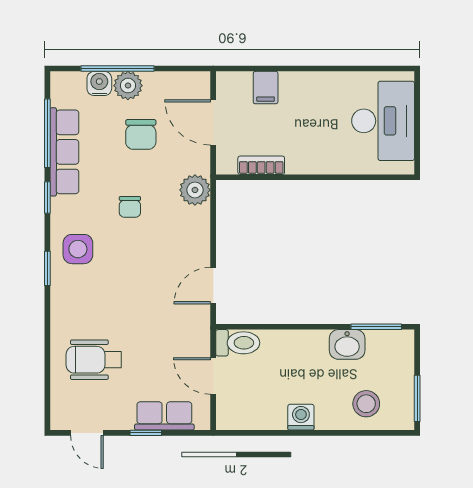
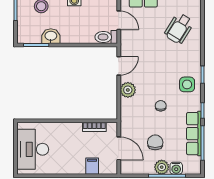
plant: (195, 190) -> (128, 90), moved
wheelchair: (94, 360) -> (179, 28), turned 122

